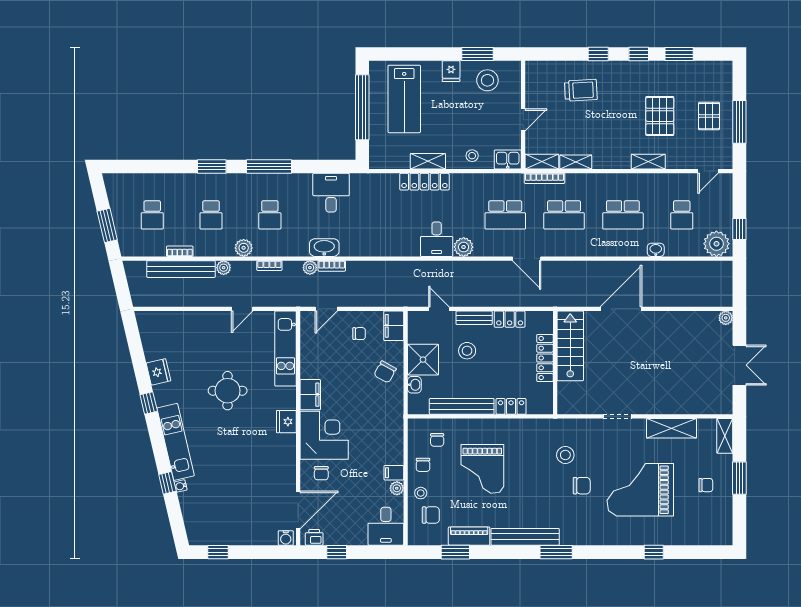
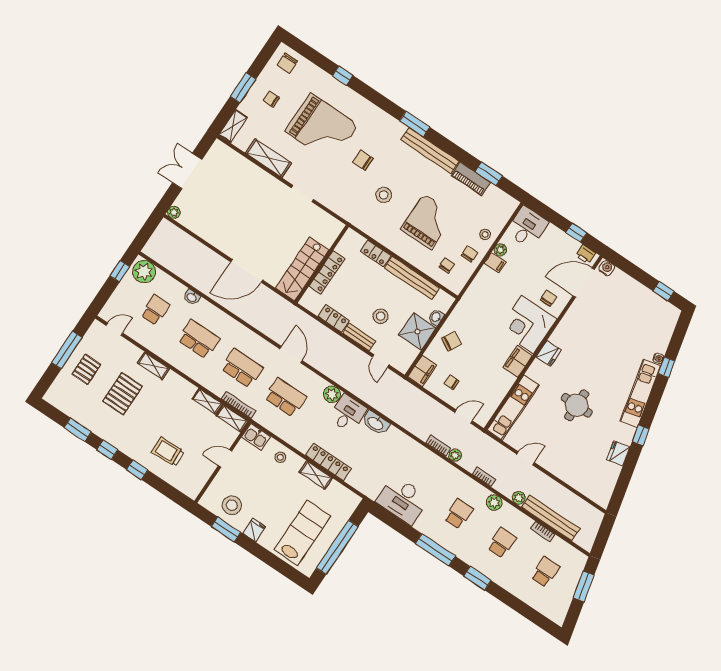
desk: (331, 193) -> (403, 500), width x1.37
washbasin: (324, 248) -> (376, 423), moved
stool: (565, 455) -> (384, 195), moved
chair: (431, 515) -> (287, 63), moved, turned -90

